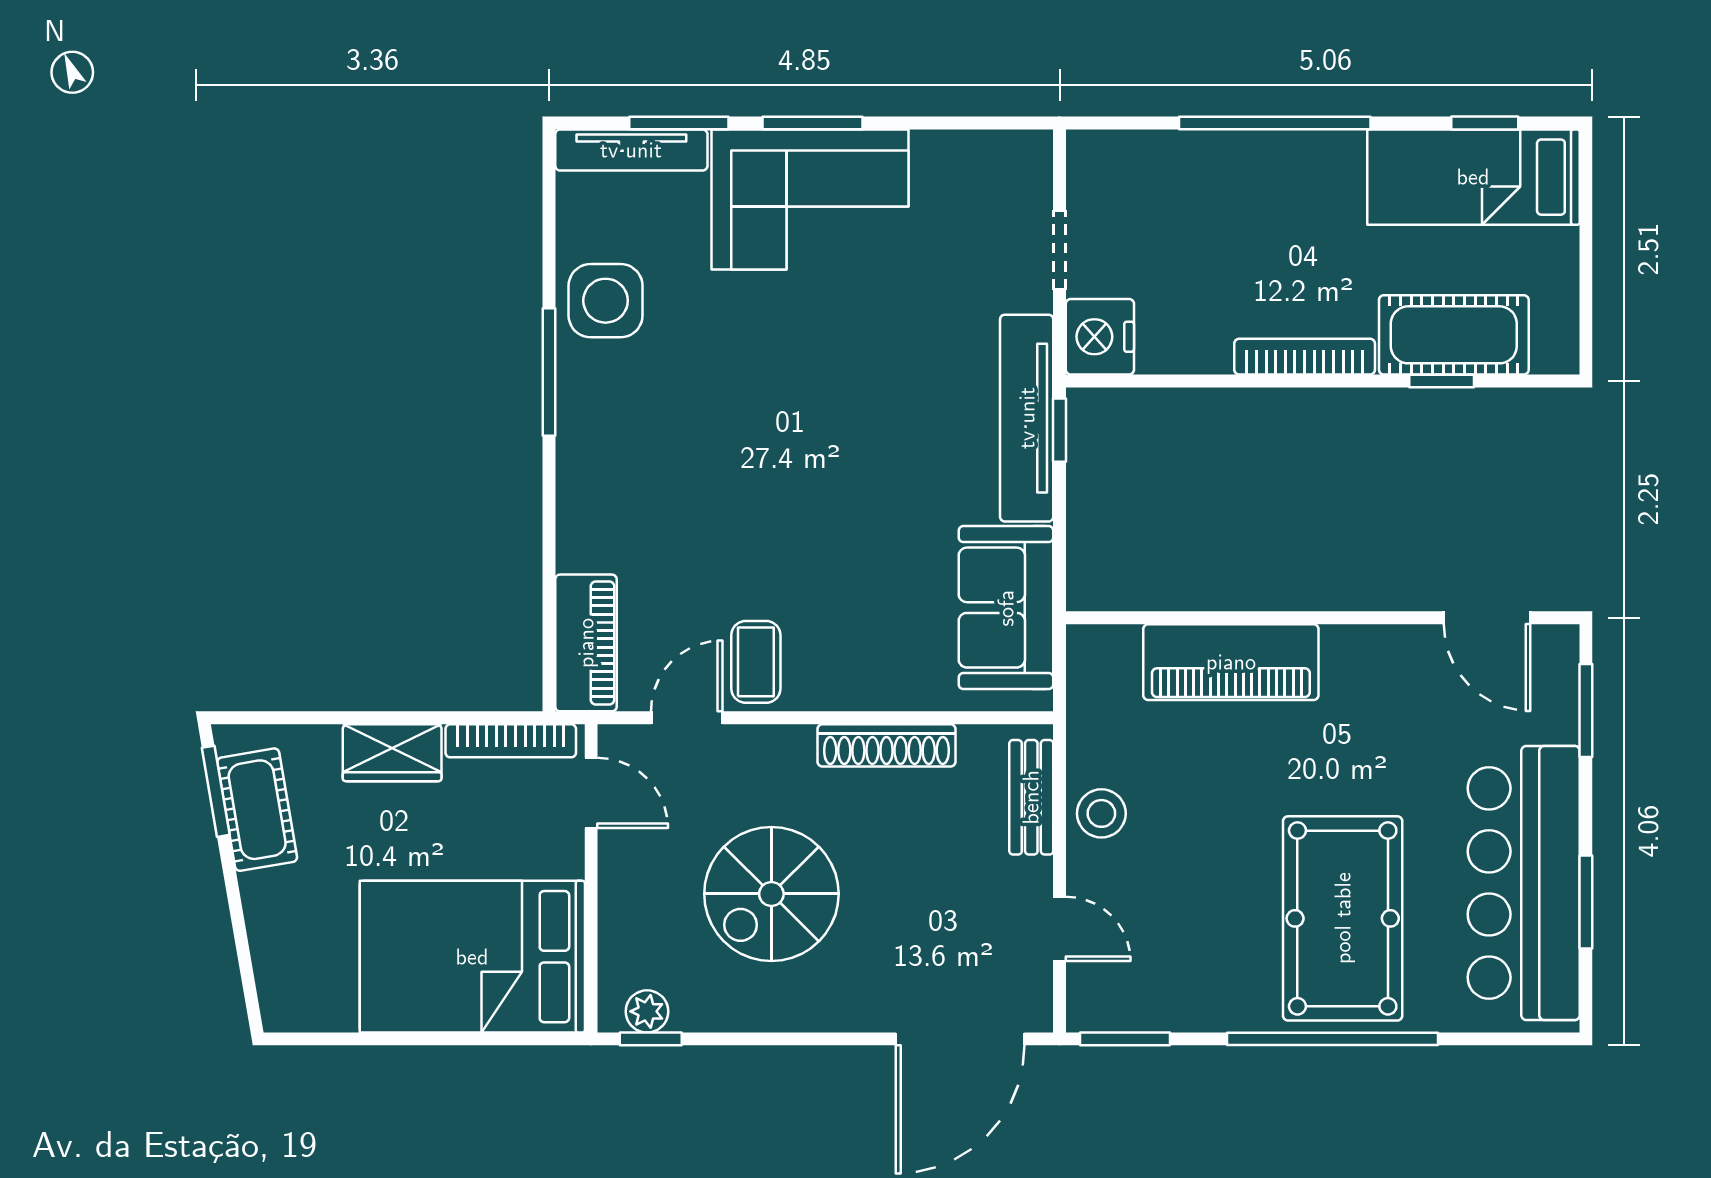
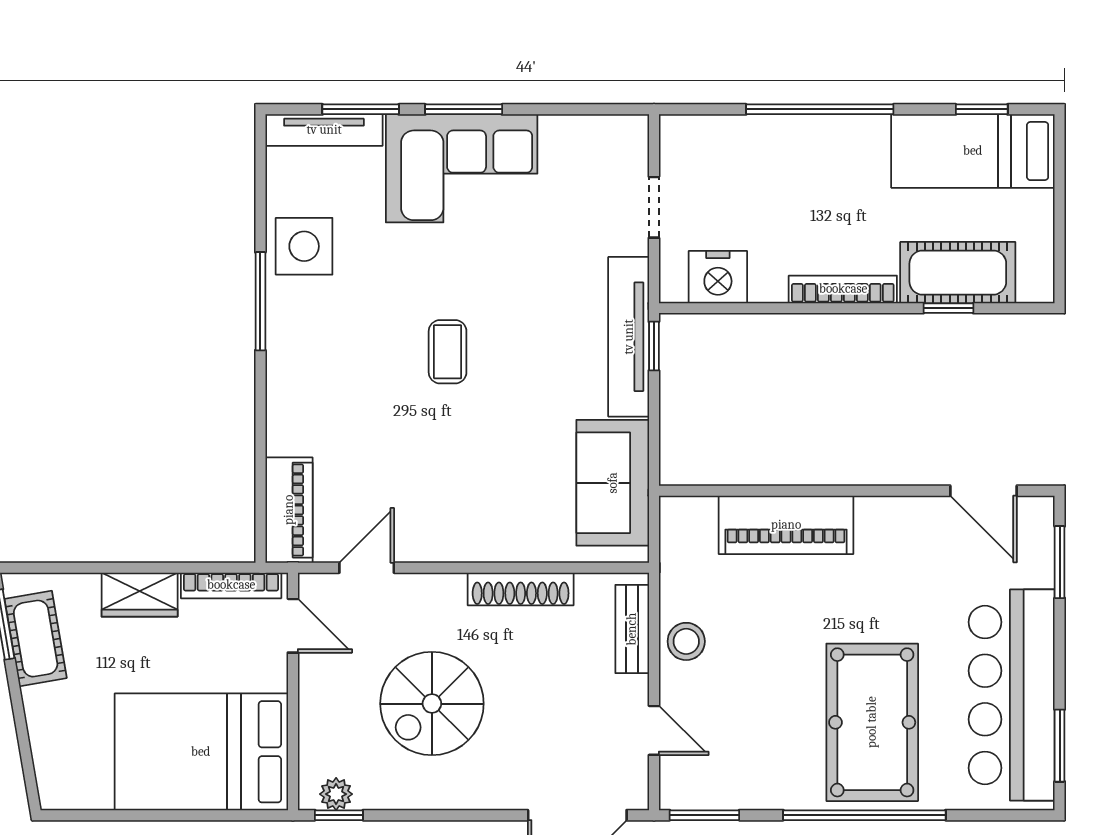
nightstand: (1100, 337) -> (718, 277), moved, turned -90
coffee table: (756, 662) -> (448, 352), moved
window: (1586, 902) -> (1060, 746), moved

